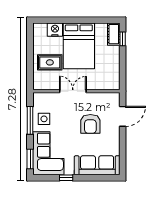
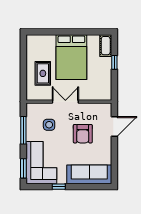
nightstand: (55, 30) -> (48, 41), removed
window: (123, 39) -> (114, 62), moved
rug: (50, 62) -> (43, 73), turned 90
side table: (44, 119) -> (49, 125), moved

